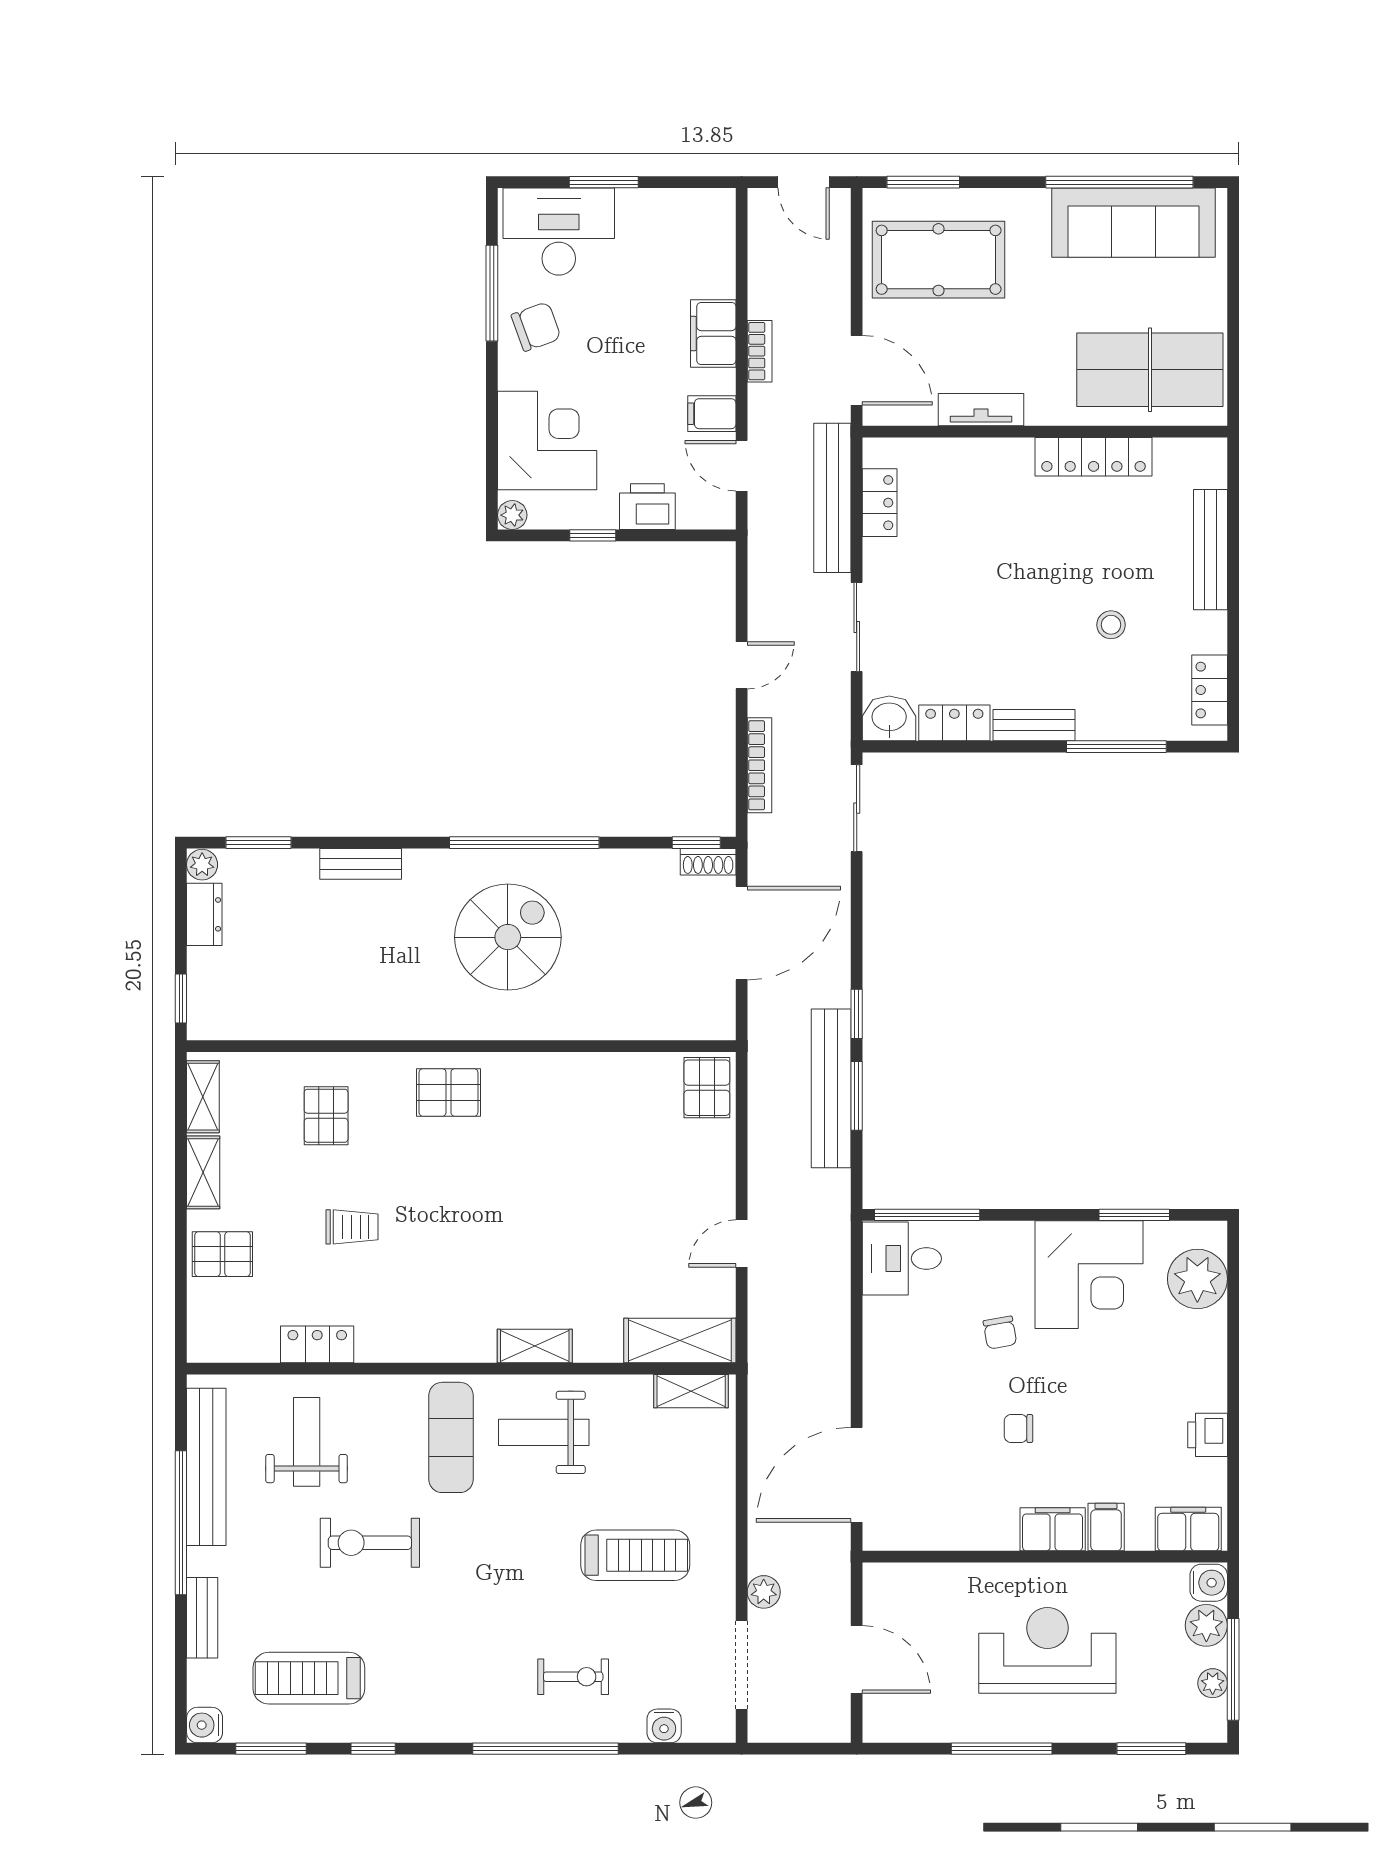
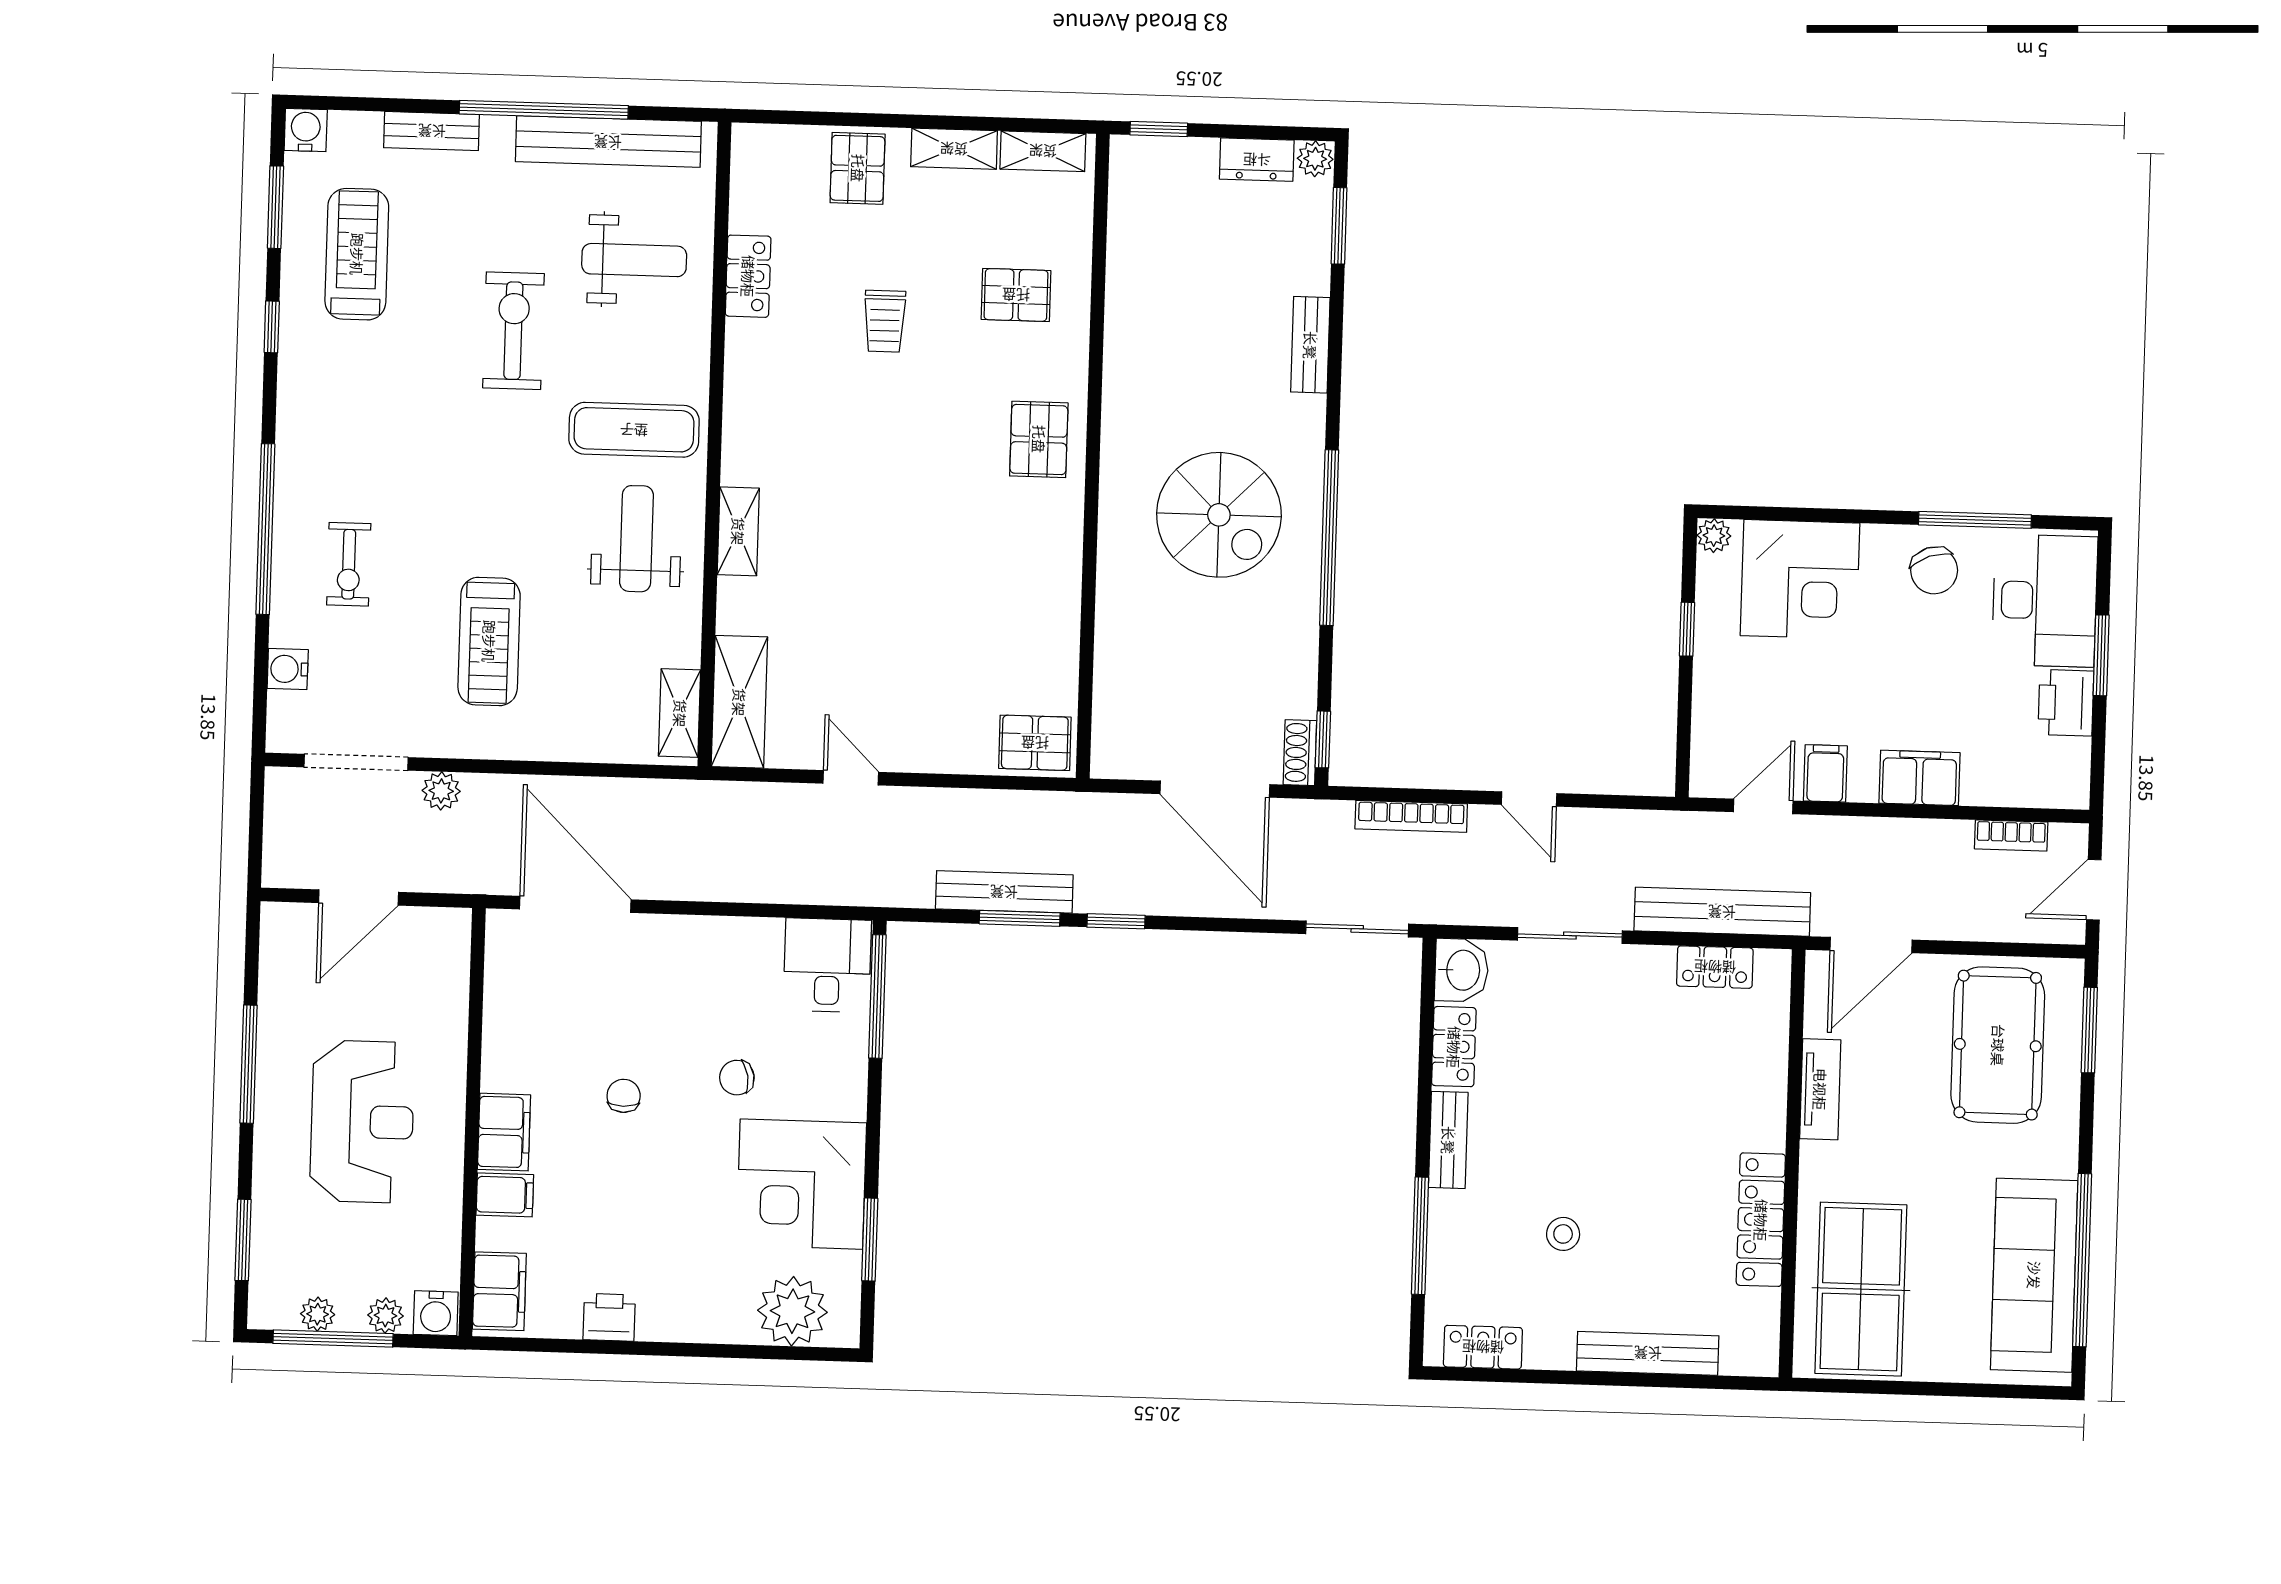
bookcase: (760, 351) -> (2011, 835), moved
printer: (647, 507) -> (2066, 703), moved, turned 180
bench: (831, 1088) -> (1004, 892), width x0.73, depth x0.82
plant: (1206, 1625) -> (385, 1316), width x0.73, depth x0.73

